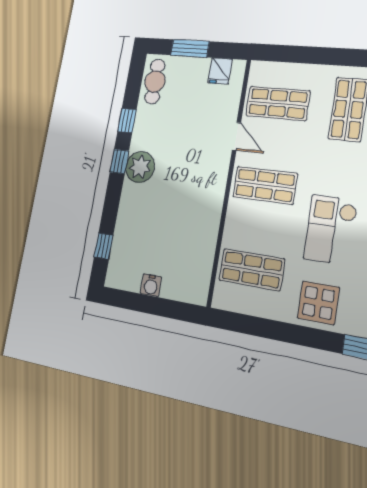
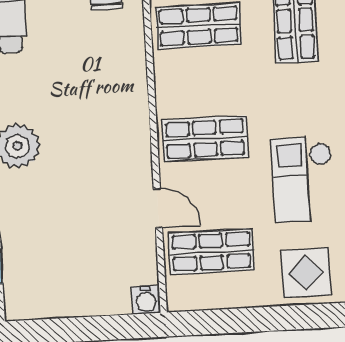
door: (236, 136) -> (158, 208), moved
water cooler: (151, 285) -> (146, 300), moved

